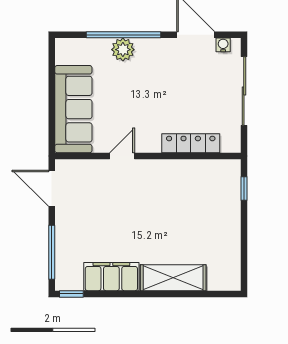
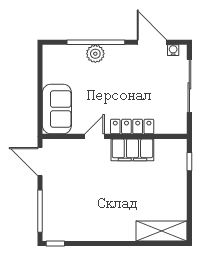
sofa: (73, 109) -> (57, 109), width x0.73
locker: (191, 143) -> (132, 127), moved
filing cabinet: (111, 277) -> (132, 150), moved, turned 180
shelving: (173, 278) -> (162, 231), moved

